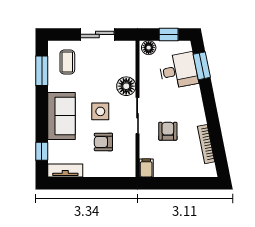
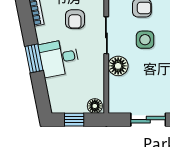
window: (202, 66) -> (34, 58), moved
desk: (178, 71) -> (59, 58), moved

